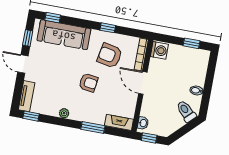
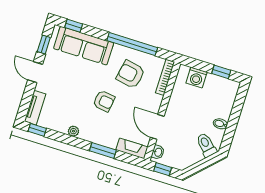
window: (108, 28) -> (132, 44), width x3.17
washing machine: (159, 50) -> (197, 78), moved, turned 90
door: (143, 83) -> (157, 127), moved

